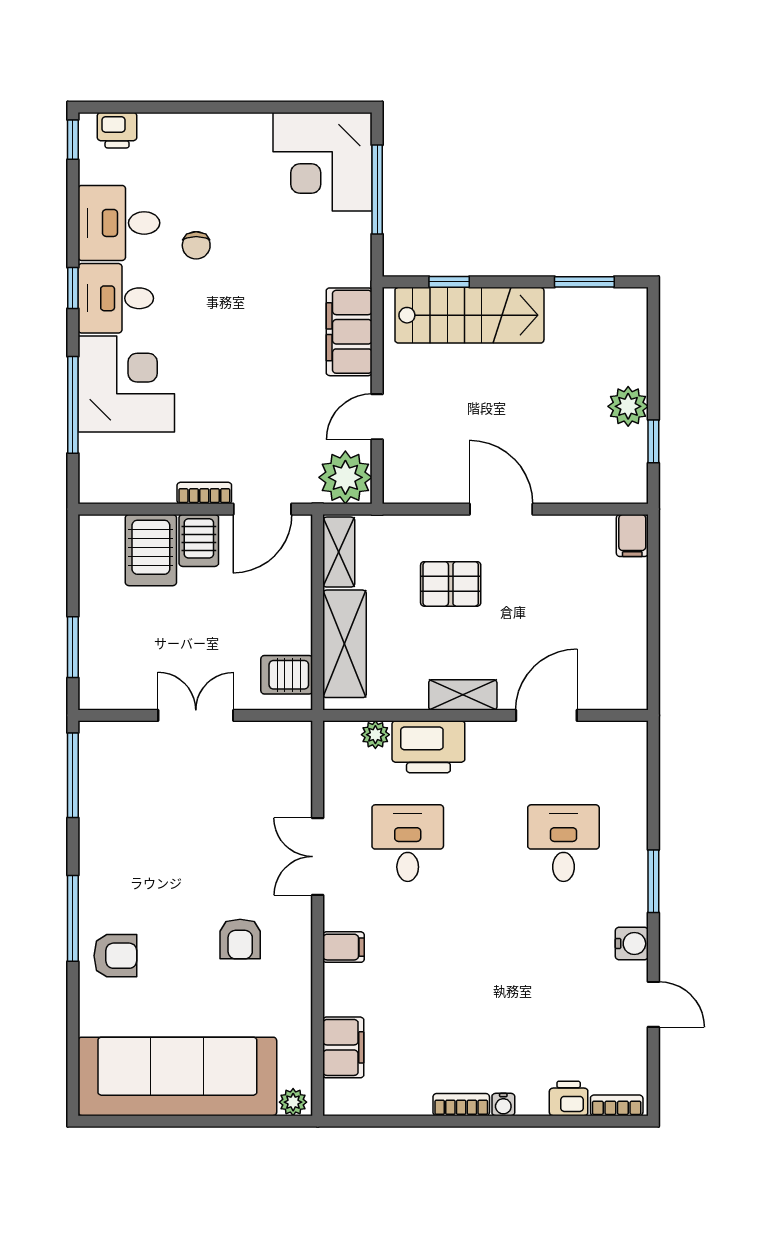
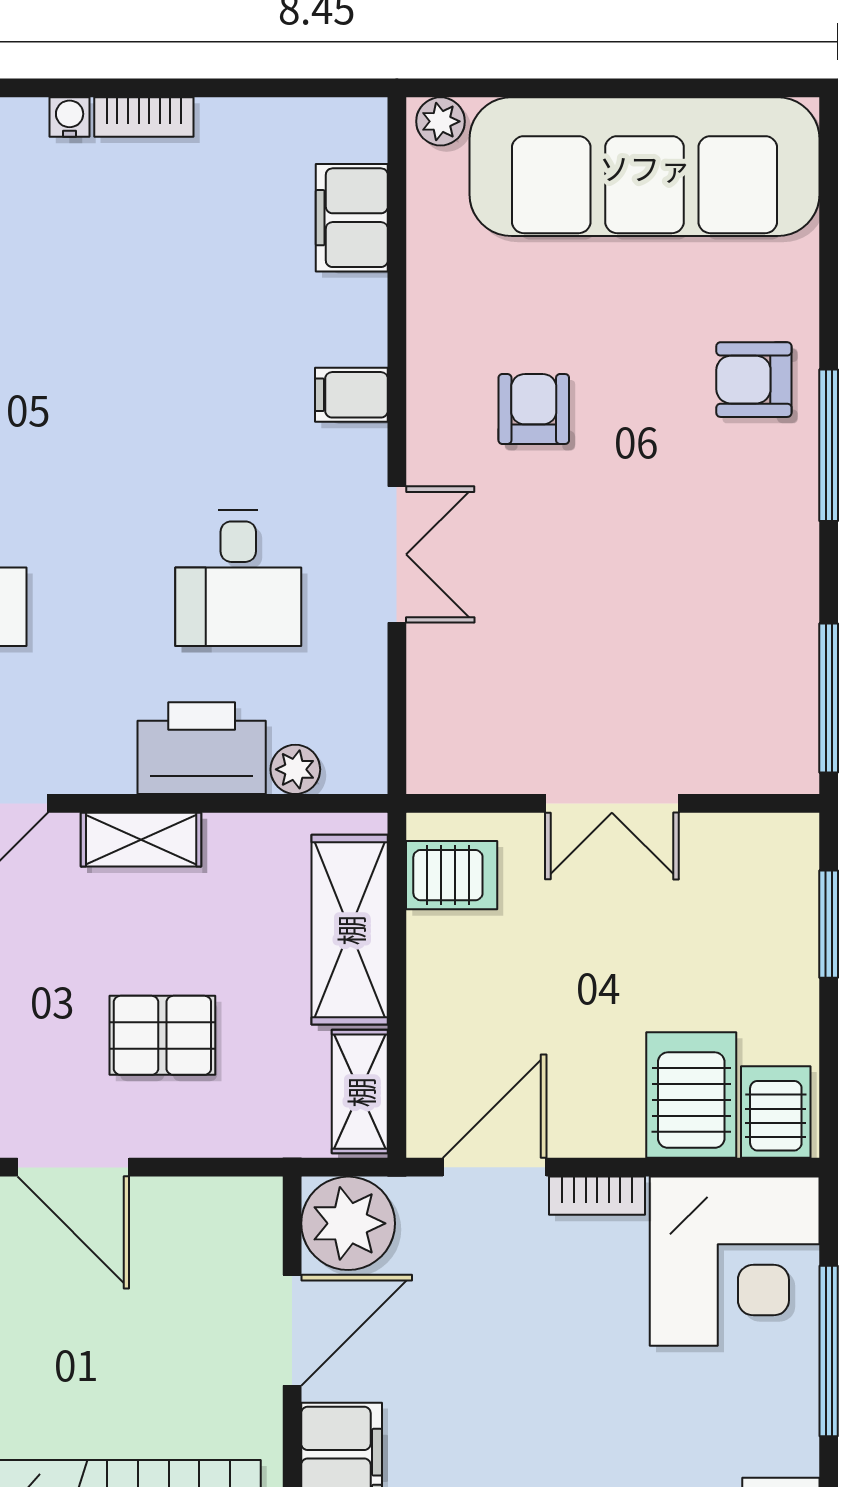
corner desk: (126, 384) -> (735, 1261), moved, turned -90
door: (377, 417) -> (292, 1330), width x1.38
server rack: (199, 540) -> (776, 1112), moved

